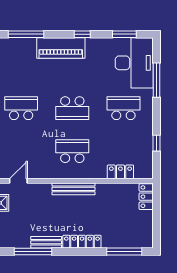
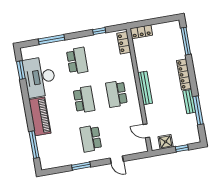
window: (82, 34) -> (26, 102), removed
desk: (134, 63) -> (40, 77), moved, turned -90
school desk: (123, 108) -> (77, 61), turned 180
locker: (120, 172) -> (124, 43), moved

